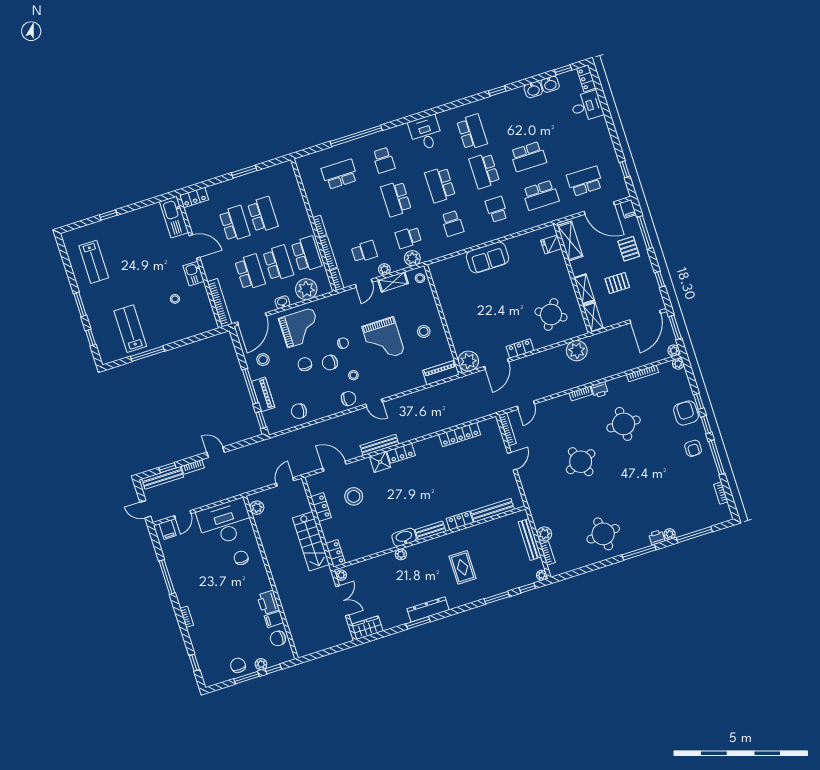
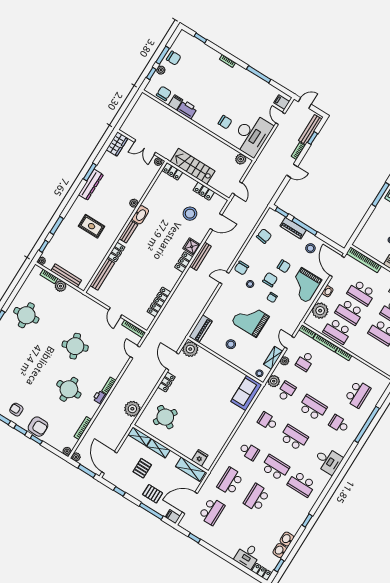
sofa: (488, 257) -> (246, 393), moved

